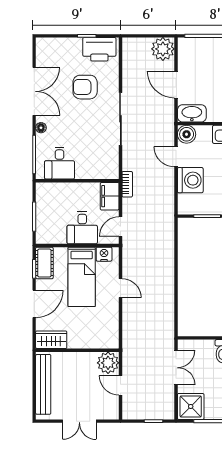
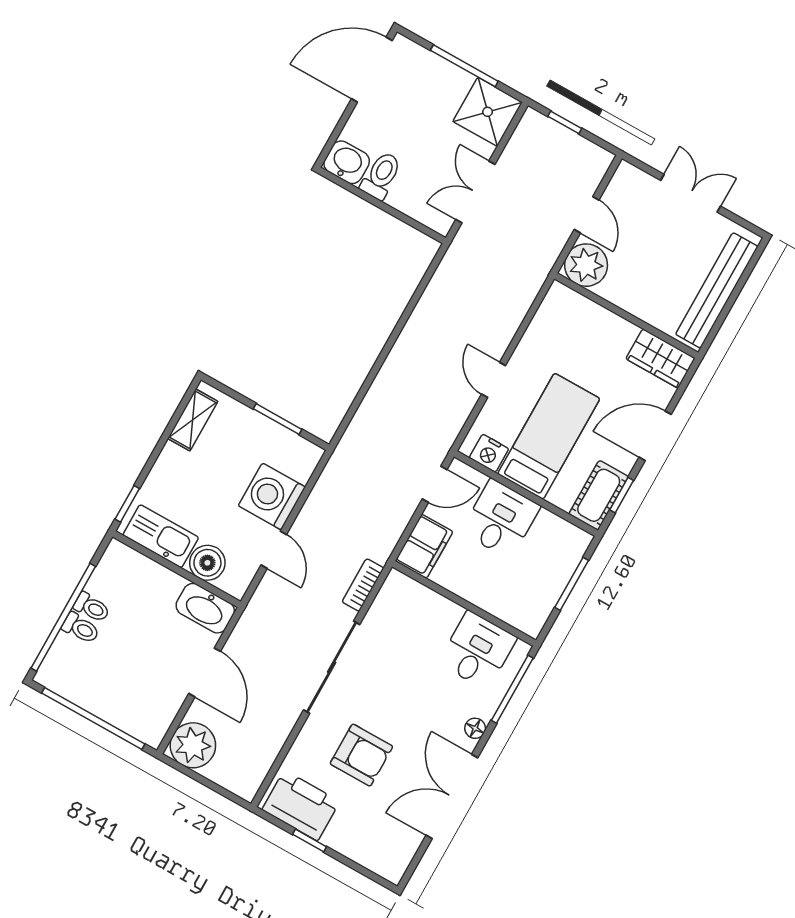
boiler: (187, 134) -> (207, 563), moved
bookcase: (127, 184) -> (363, 585), moved

